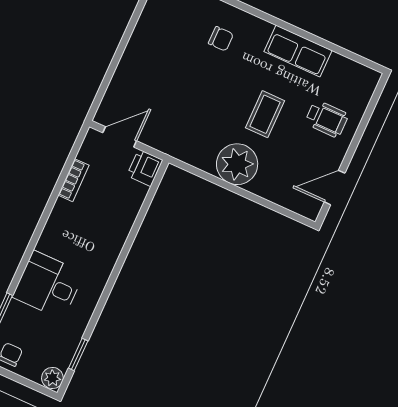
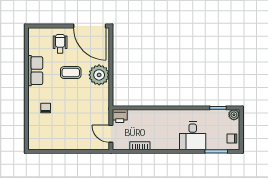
door: (335, 188) -> (90, 26), width x1.88

